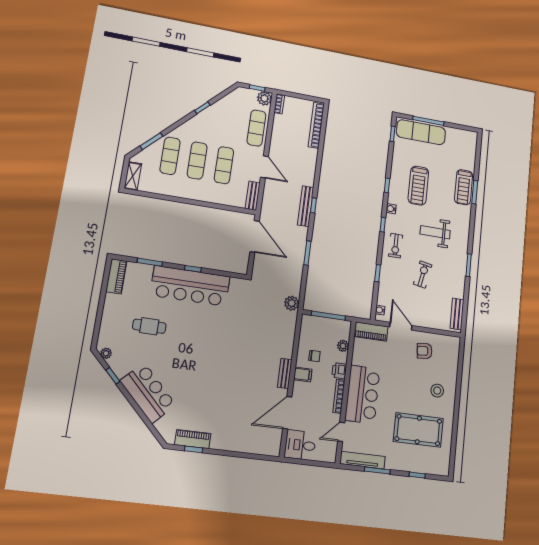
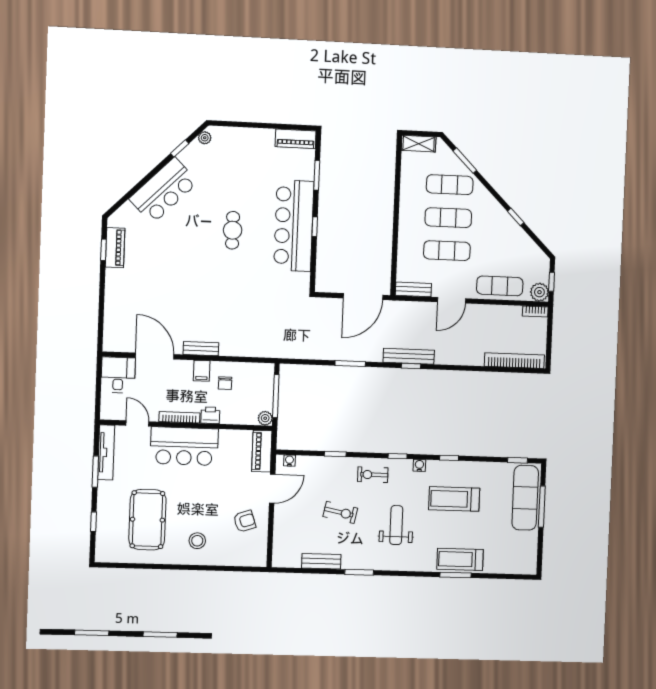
plant: (292, 303) -> (286, 349), removed
bench: (457, 314) -> (321, 561), moved
cafe table: (149, 326) -> (233, 230), moved
plant: (343, 346) -> (265, 418), moved
armchair: (425, 351) -> (245, 521), turned 76

